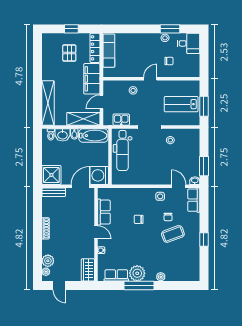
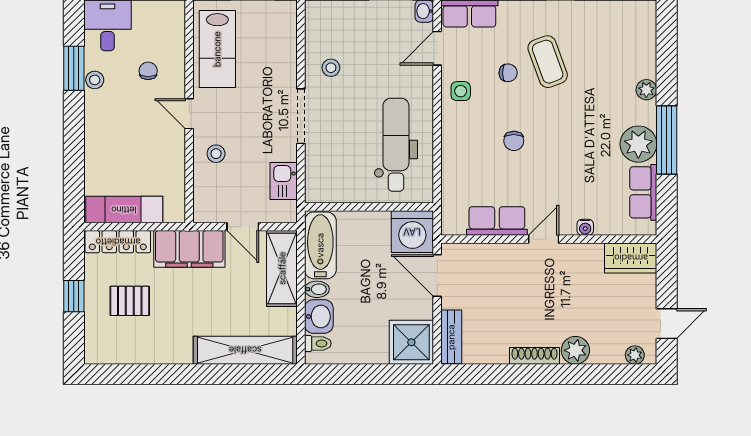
lab bench: (181, 104) -> (217, 49), moved
dental chair: (123, 150) -> (396, 145), moved, turned -90
plant: (48, 261) -> (575, 350), moved

